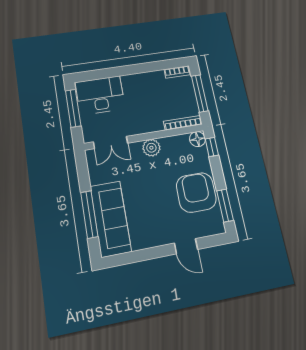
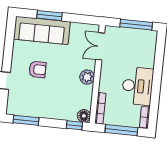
desk: (100, 95) -> (138, 86), moved
armchair: (196, 192) -> (37, 69), moved, width x0.53, depth x0.53
window: (89, 215) -> (49, 16), width x0.69

